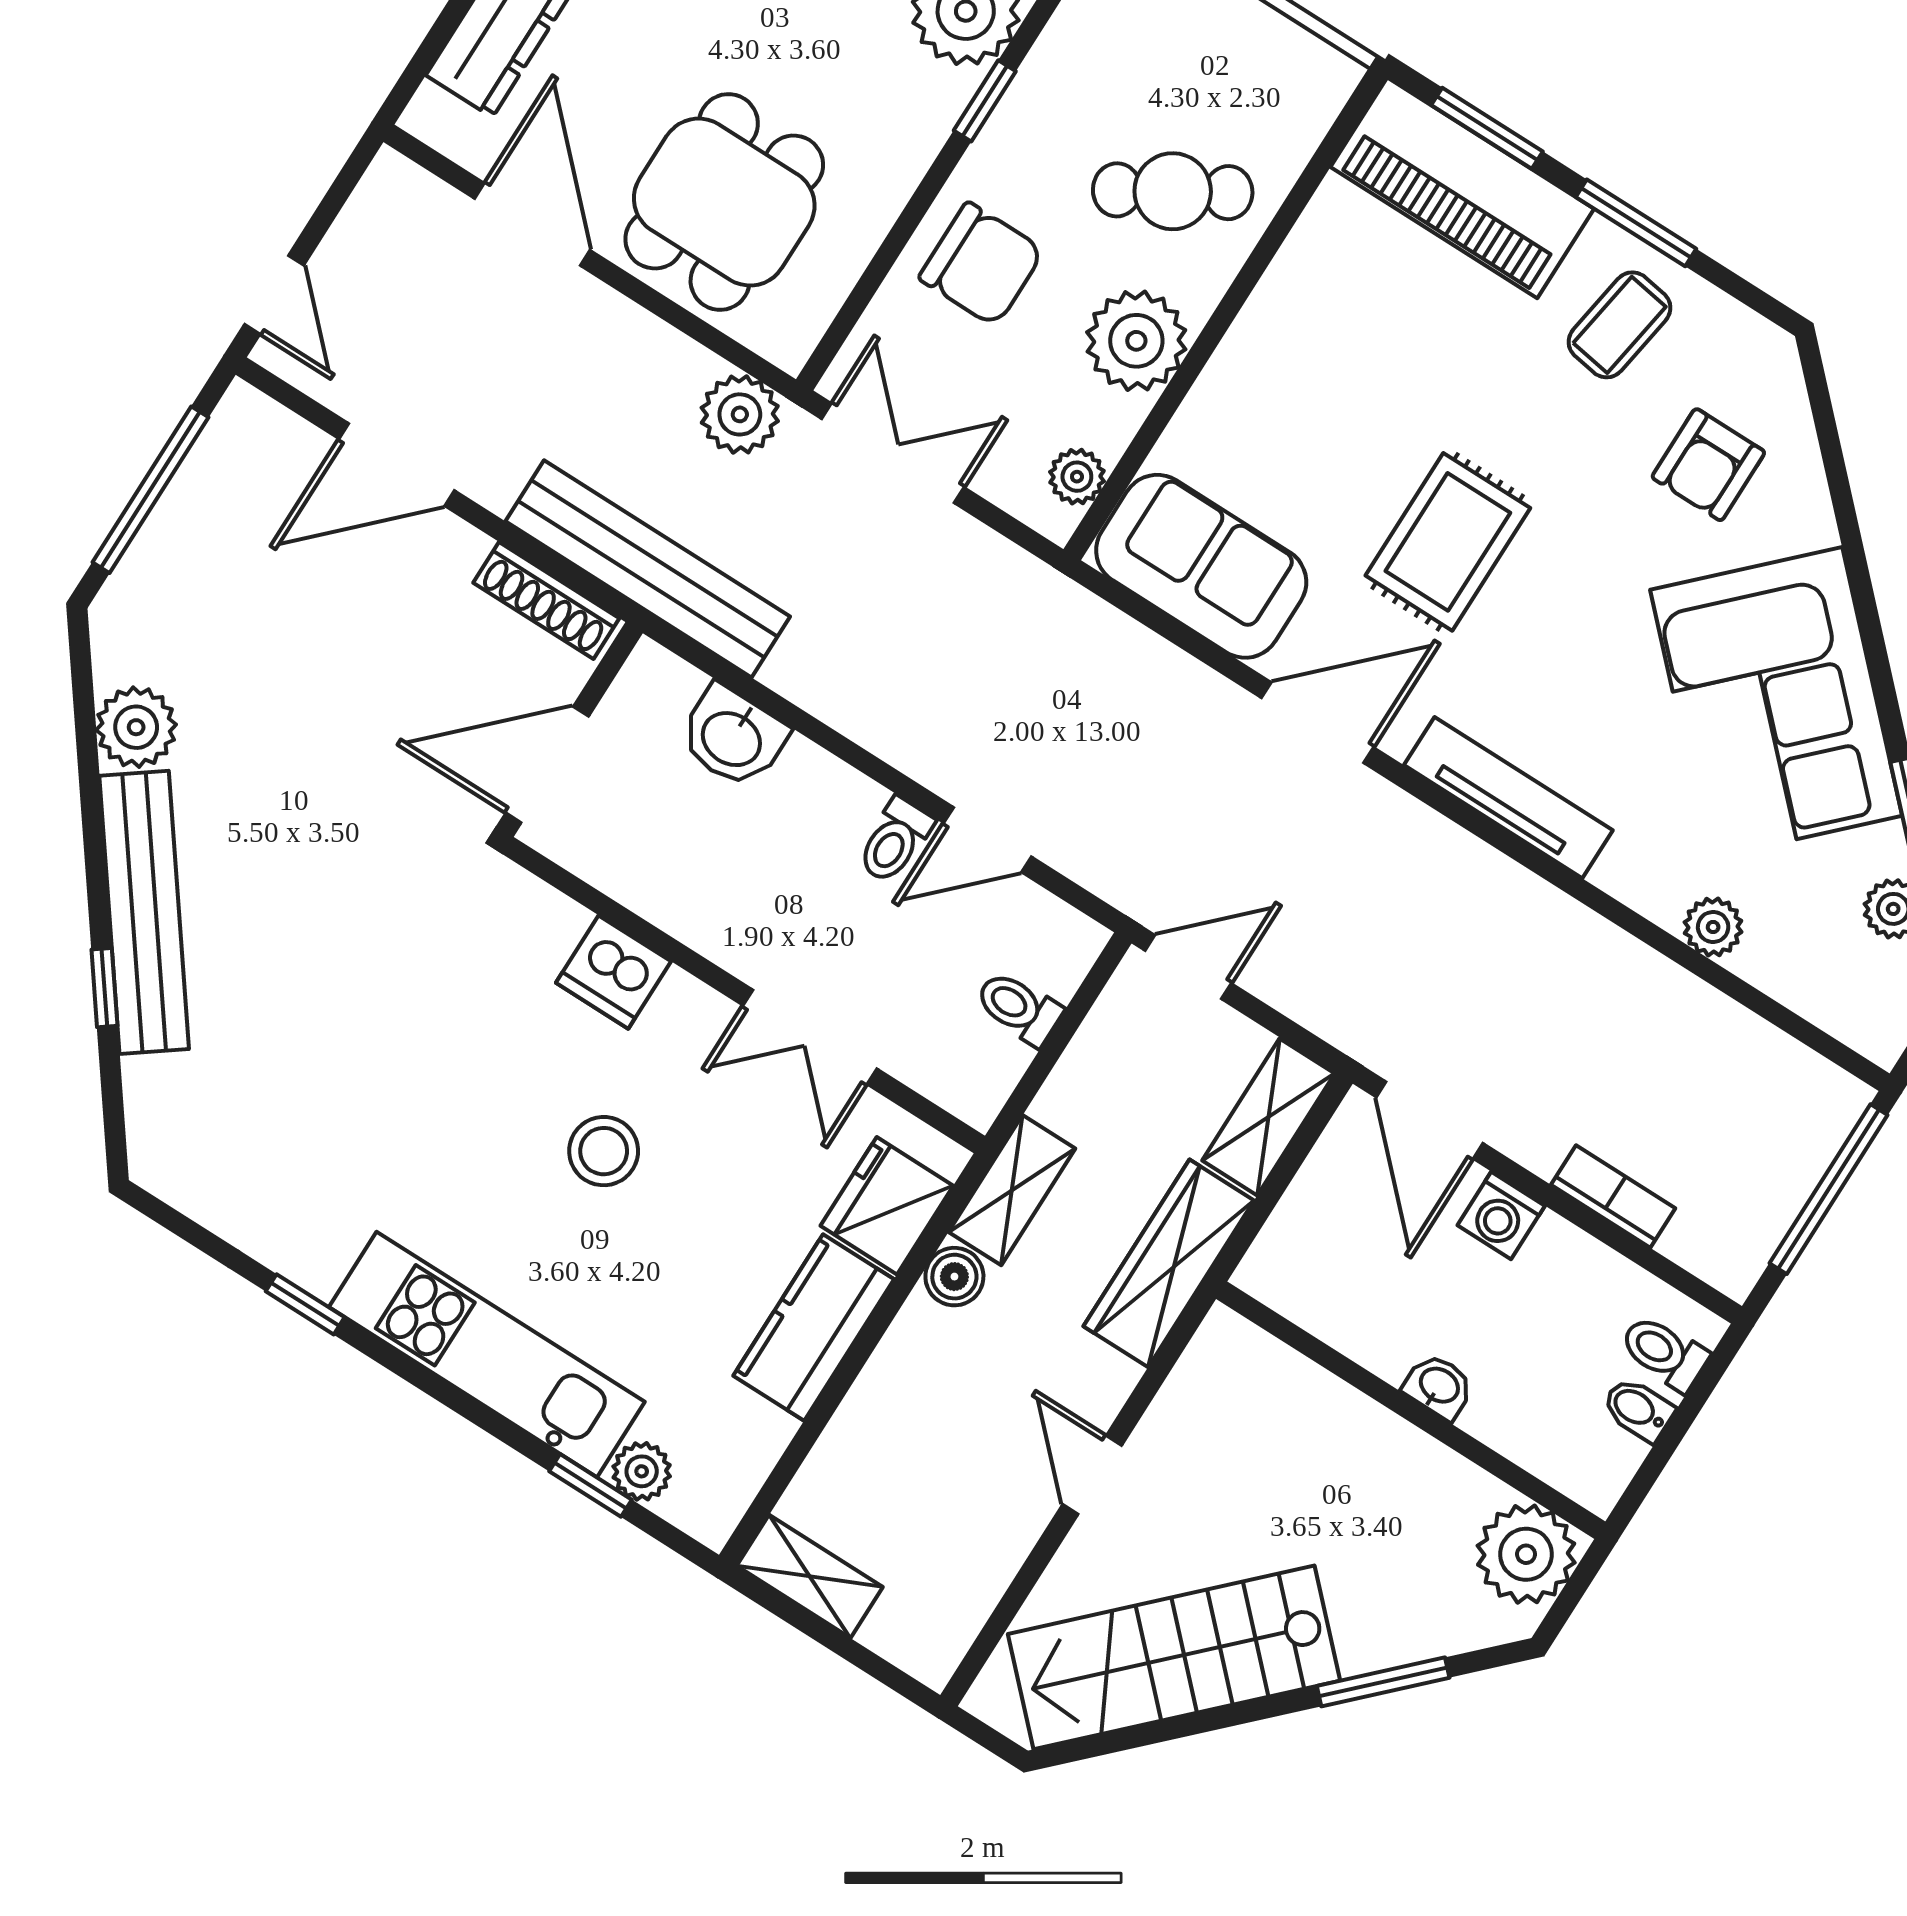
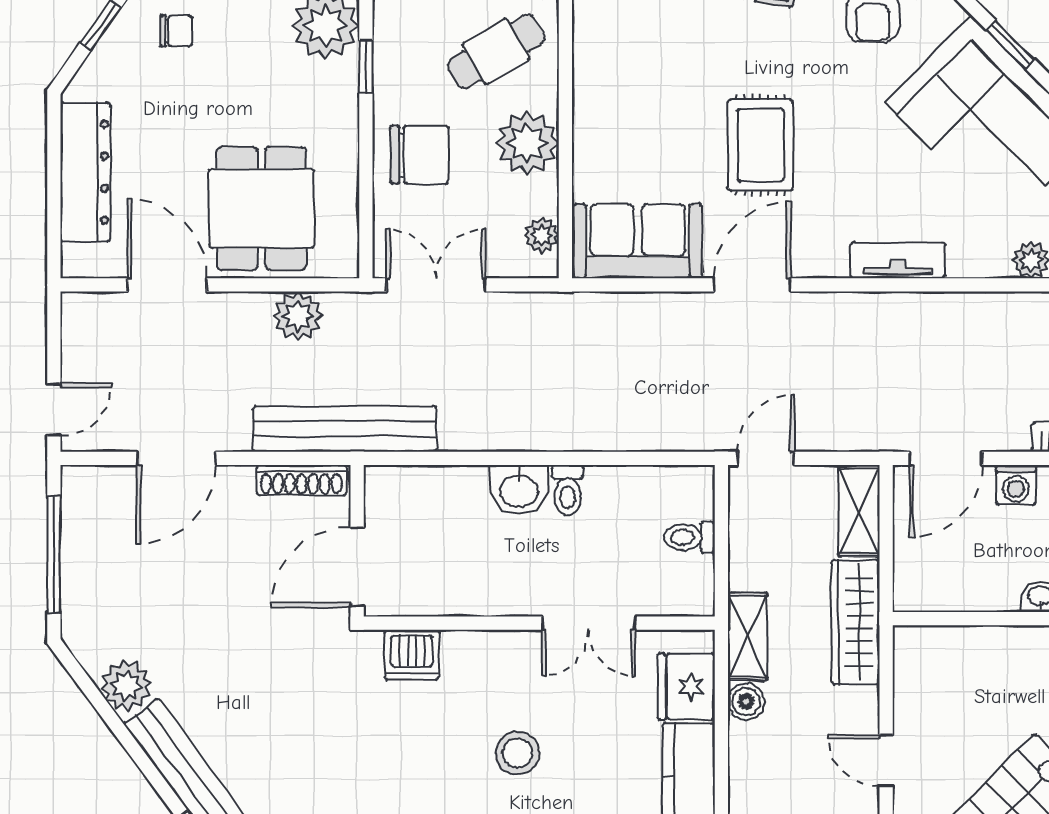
door: (274, 295) -> (54, 409), hinge flipped
plant: (740, 414) -> (298, 316), moved
window: (1869, 620) -> (1011, 45), added
washbasin: (733, 737) -> (519, 490), moved
tv unit: (1508, 798) -> (898, 260), width x0.71
door: (987, 840) -> (616, 458), removed
dishwasher: (613, 972) -> (412, 655), moved
door: (1429, 1120) -> (946, 458), hinge flipped

